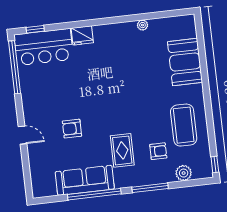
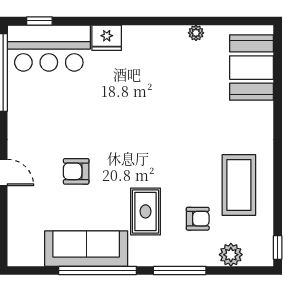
booth: (185, 62) -> (252, 68), moved

